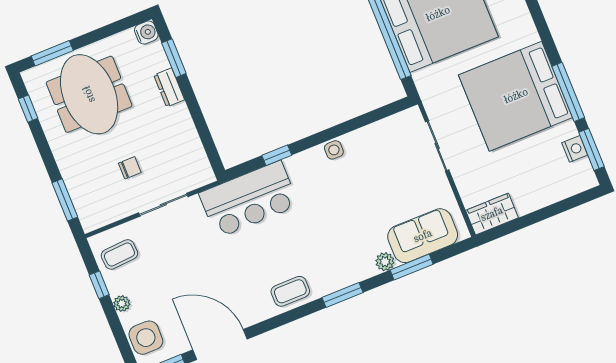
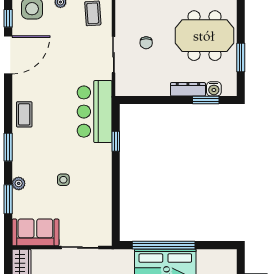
water cooler: (146, 32) -> (214, 89), moved
window: (52, 53) -> (241, 58), moved
dresser: (169, 87) -> (188, 89), width x1.44
side table: (334, 150) -> (63, 180), moved
sofa: (423, 236) -> (35, 232), moved, turned -90

